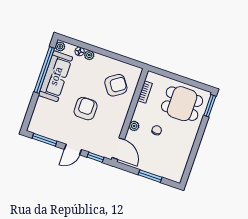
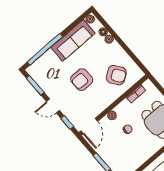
window: (44, 70) -> (45, 49), moved
armchair: (86, 109) -> (82, 80), turned 180

